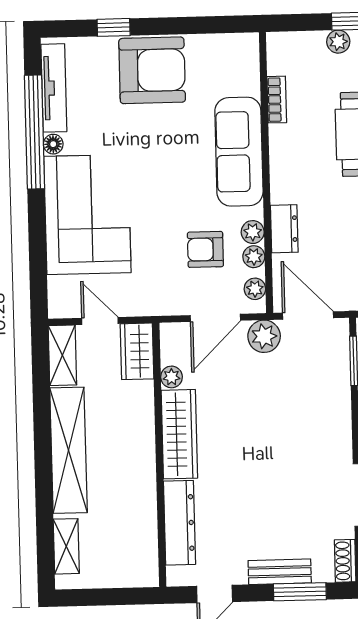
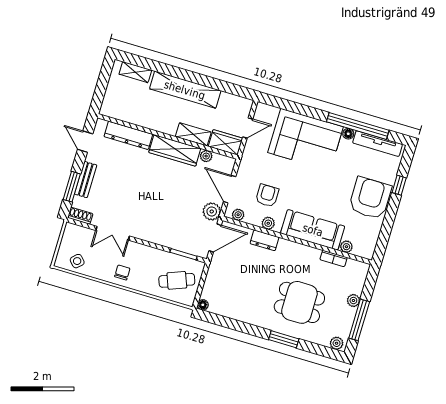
armchair: (152, 70) -> (370, 198), turned 180
plant: (254, 257) -> (346, 247), moved
shelving: (62, 355) -> (193, 134), moved

